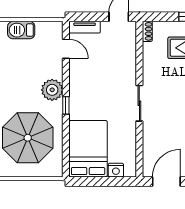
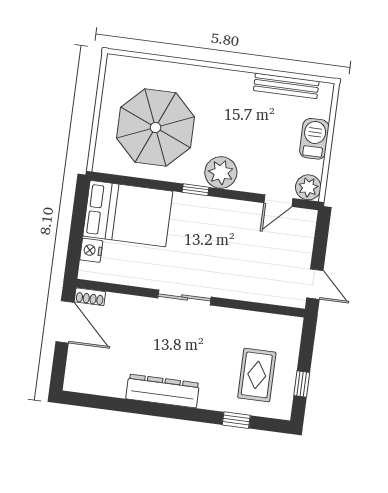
tv unit: (85, 27) -> (306, 232), removed
plant: (54, 30) -> (308, 187), added
shoe rack: (147, 31) -> (90, 297), moved

